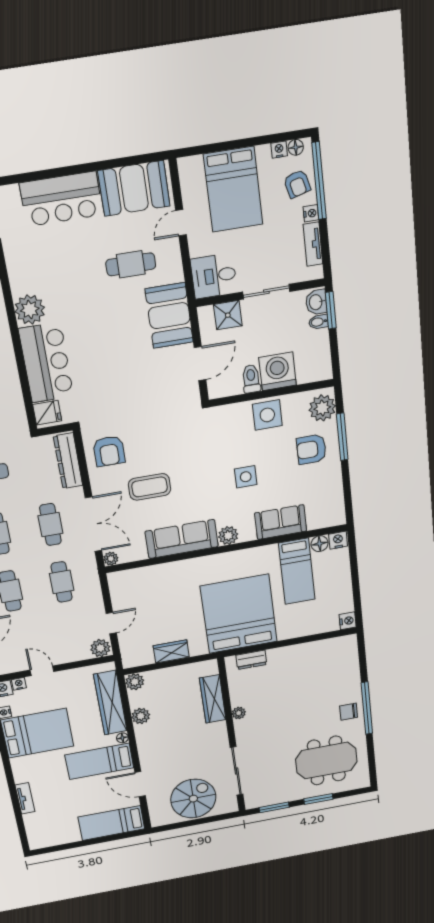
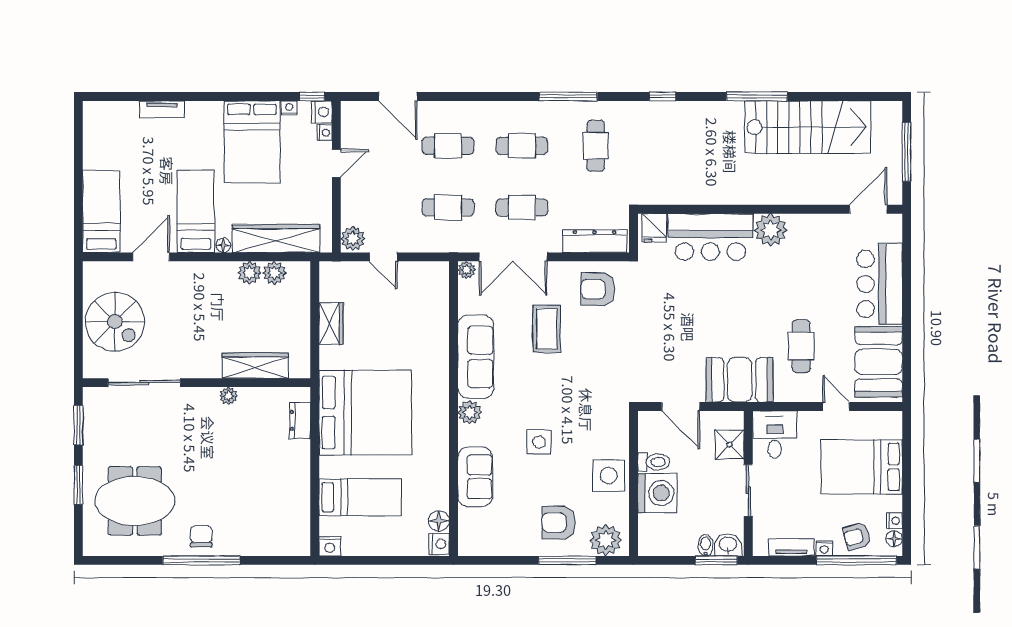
armchair: (311, 449) -> (559, 523), turned -90
bed: (297, 571) -> (360, 497), moved, turned 180
plant: (135, 682) -> (274, 273), moved
meeting table: (326, 761) -> (135, 501), turned 90

